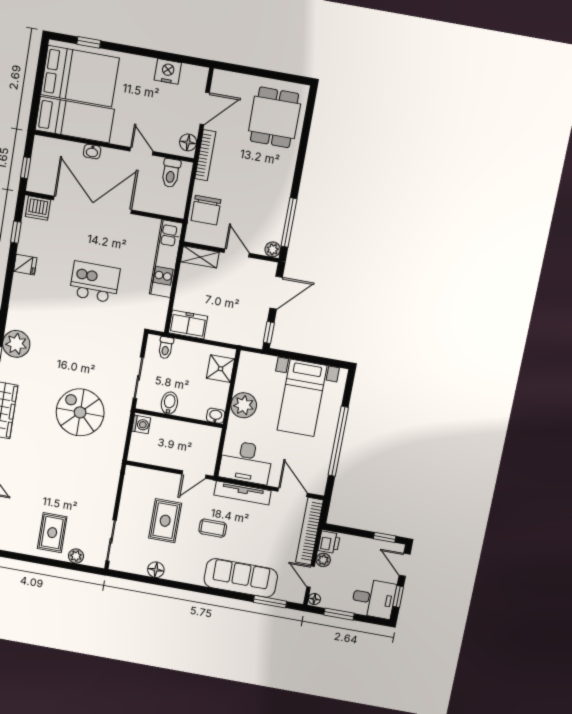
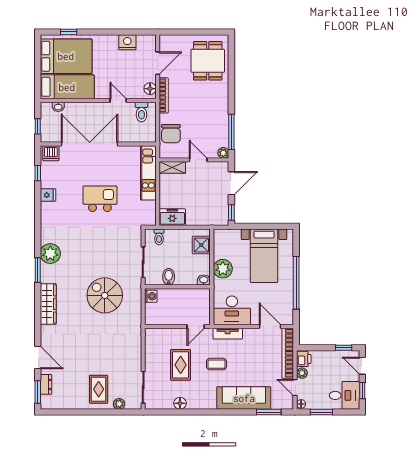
washbasin: (92, 152) -> (58, 107), moved
tv unit: (243, 493) -> (228, 334), width x0.71

